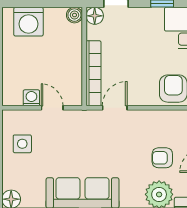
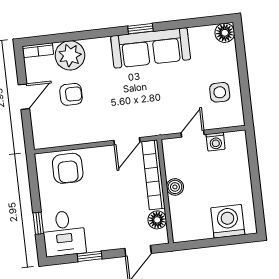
boiler: (74, 15) -> (175, 187), moved
floor lamp: (95, 16) -> (157, 220), moved
door: (52, 108) -> (193, 134), swing flipped

